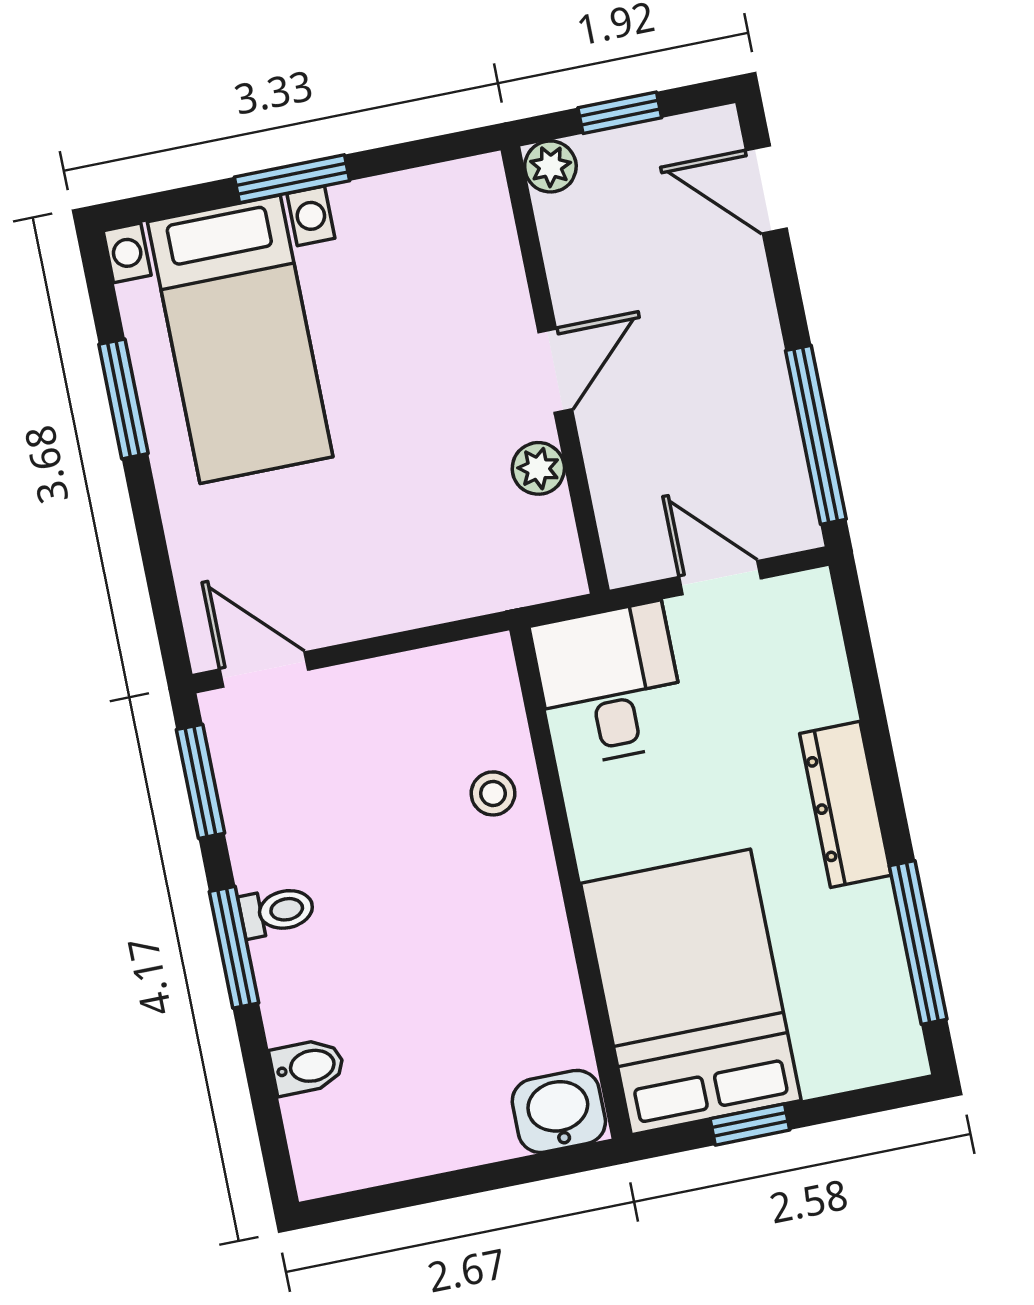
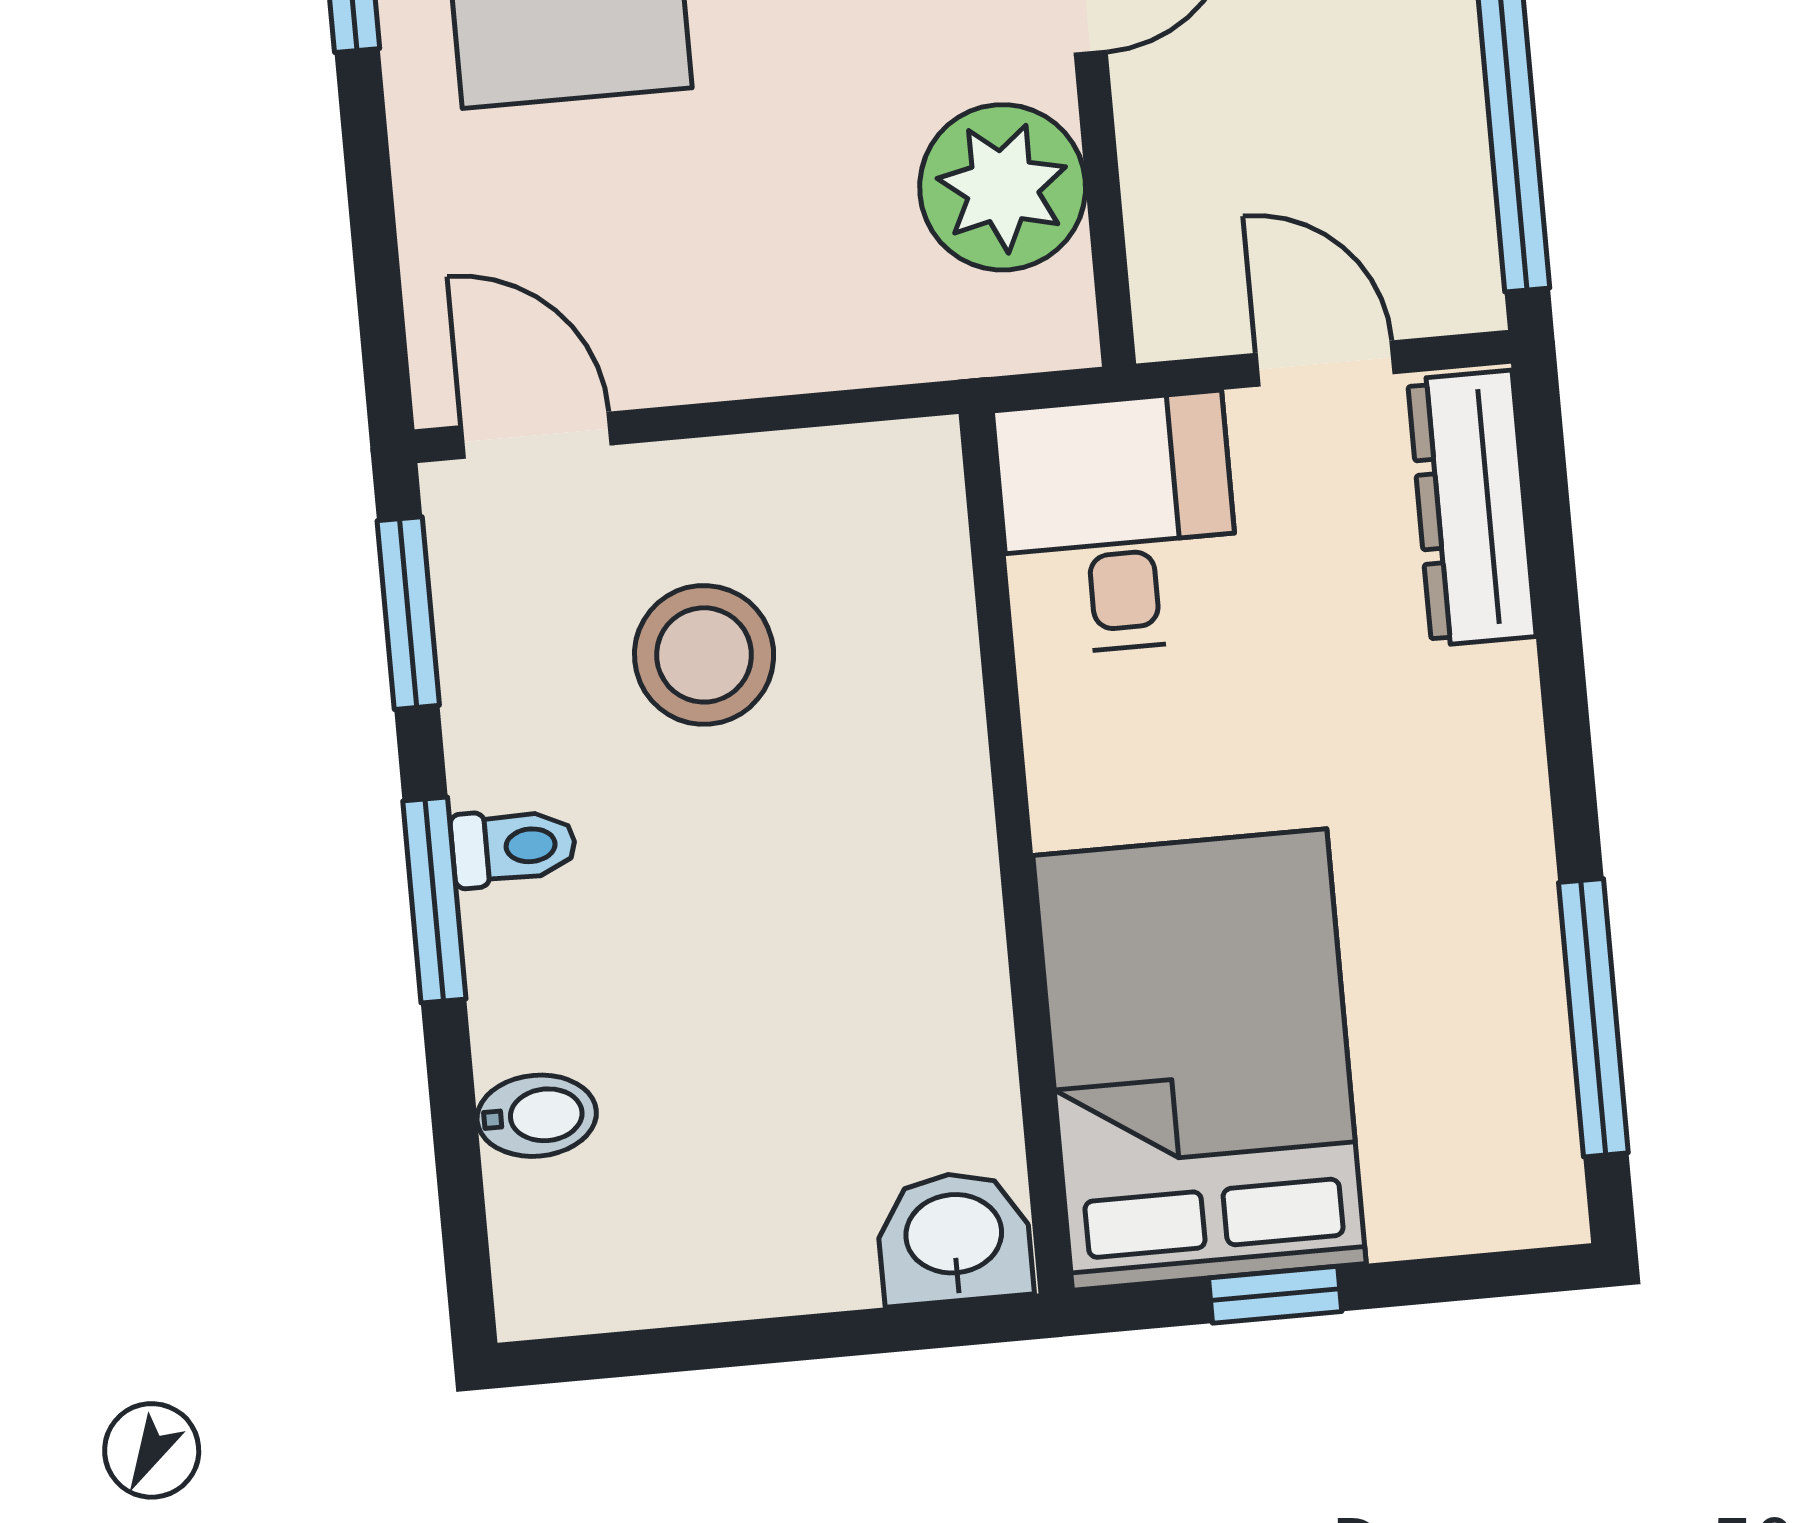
plant: (538, 468) -> (1003, 187), width x1.87, depth x1.87
stool: (493, 793) -> (704, 655), moved, width x1.89, depth x1.89
dresser: (845, 804) -> (1472, 508), moved

